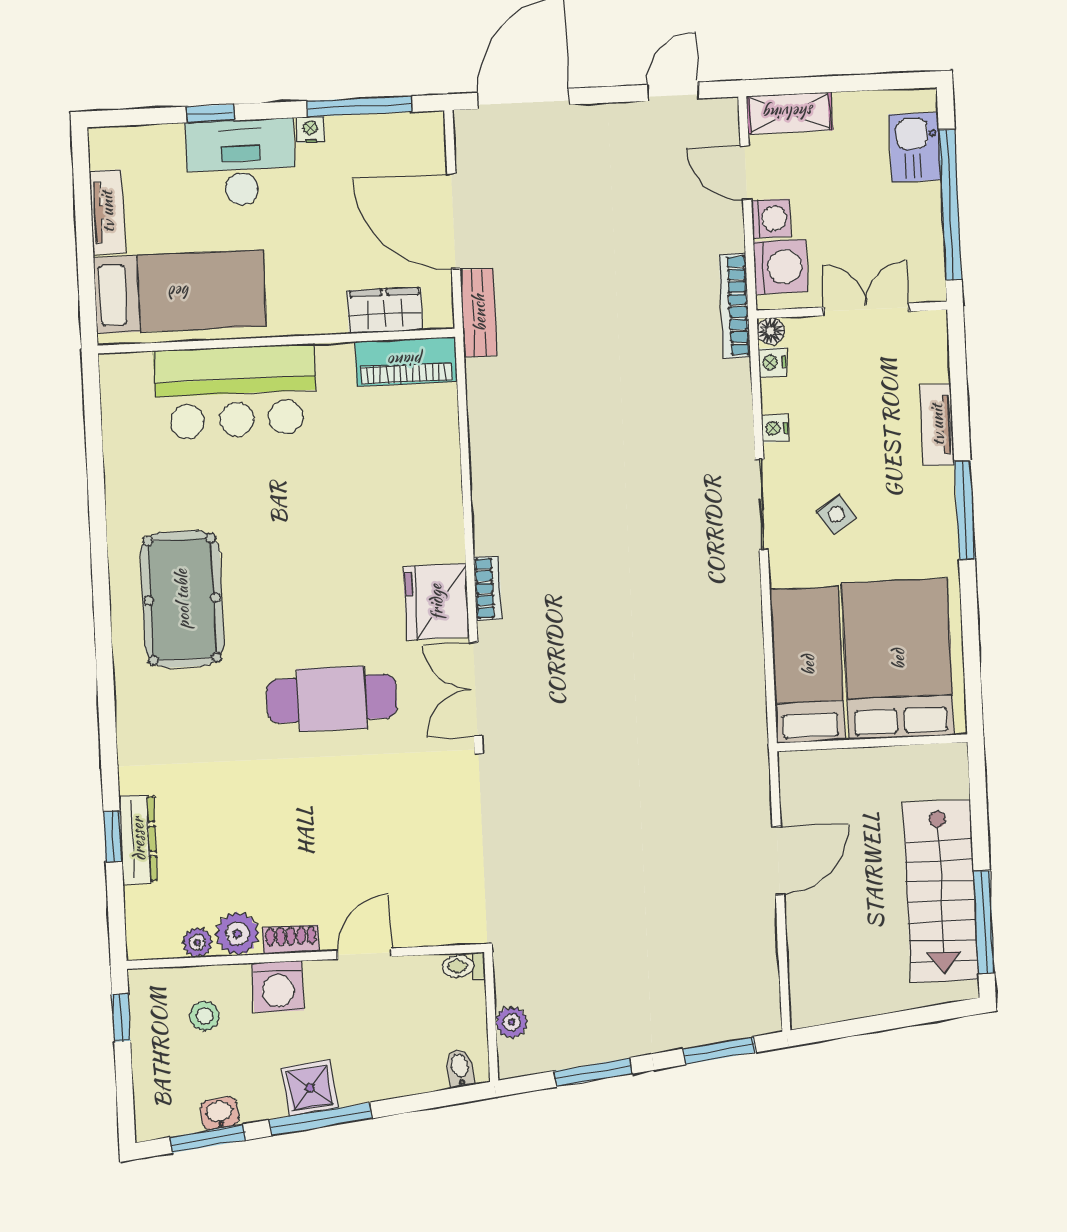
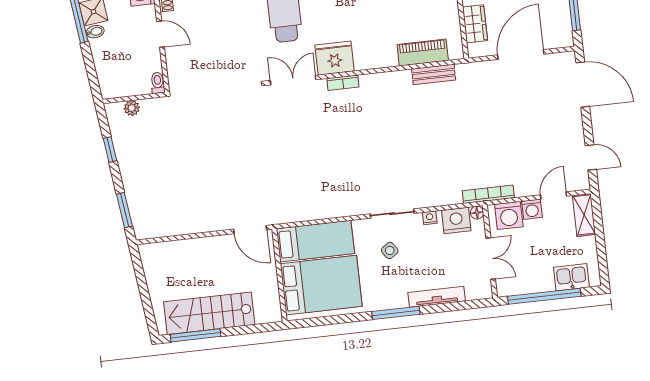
bench: (479, 313) -> (434, 74), moved
piano: (406, 361) -> (423, 52), moved, turned 90
nightstand: (773, 362) -> (456, 221), width x1.89, depth x1.79
tv unit: (937, 425) -> (437, 297), width x1.41
door: (778, 861) -> (250, 230), moved
bidet: (460, 1068) -> (95, 32), moved
window: (593, 1072) -> (110, 149), width x0.67

